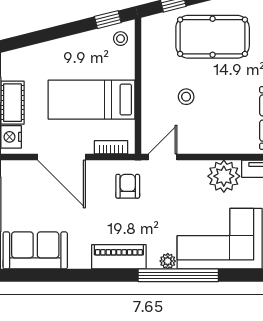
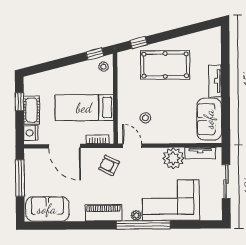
stool: (186, 97) -> (145, 118), moved
door: (163, 157) -> (132, 146), hinge flipped
armchair: (128, 186) -> (109, 165), turned -64

